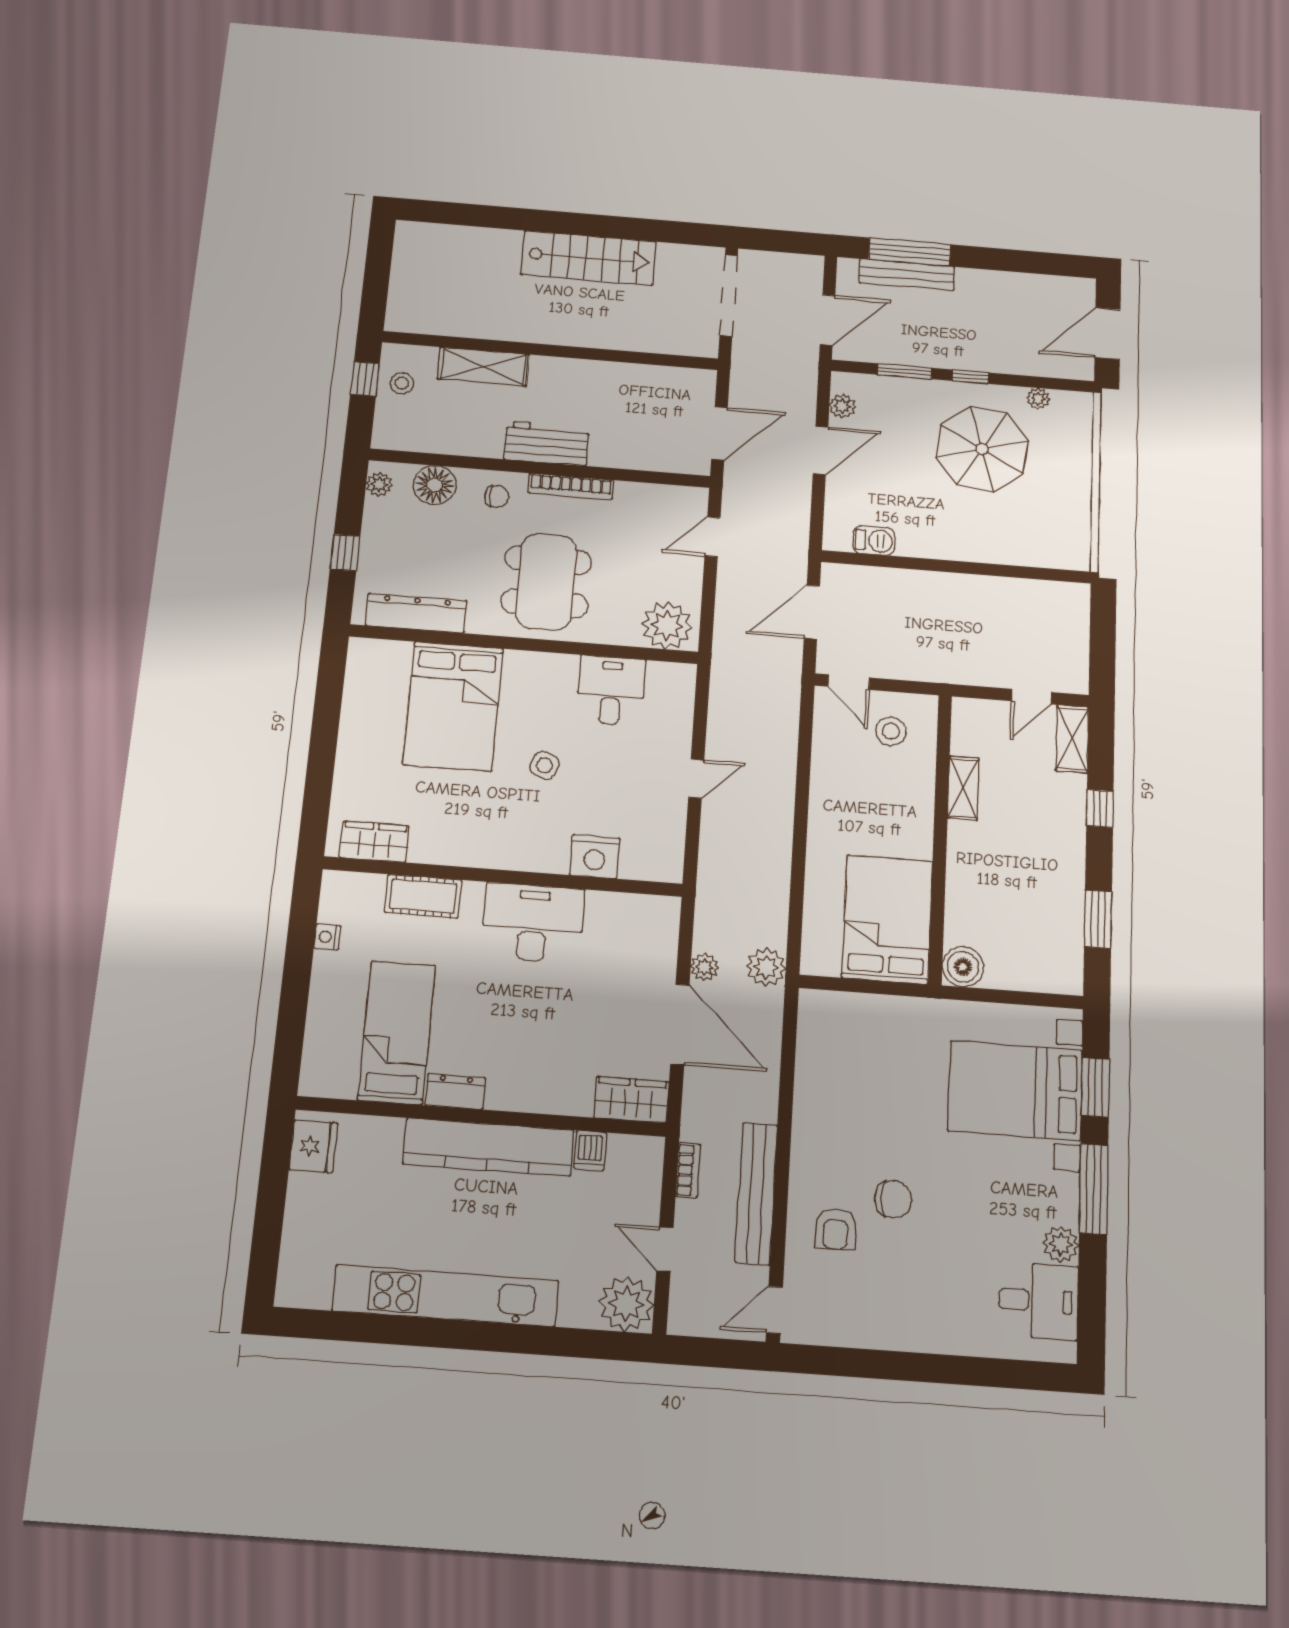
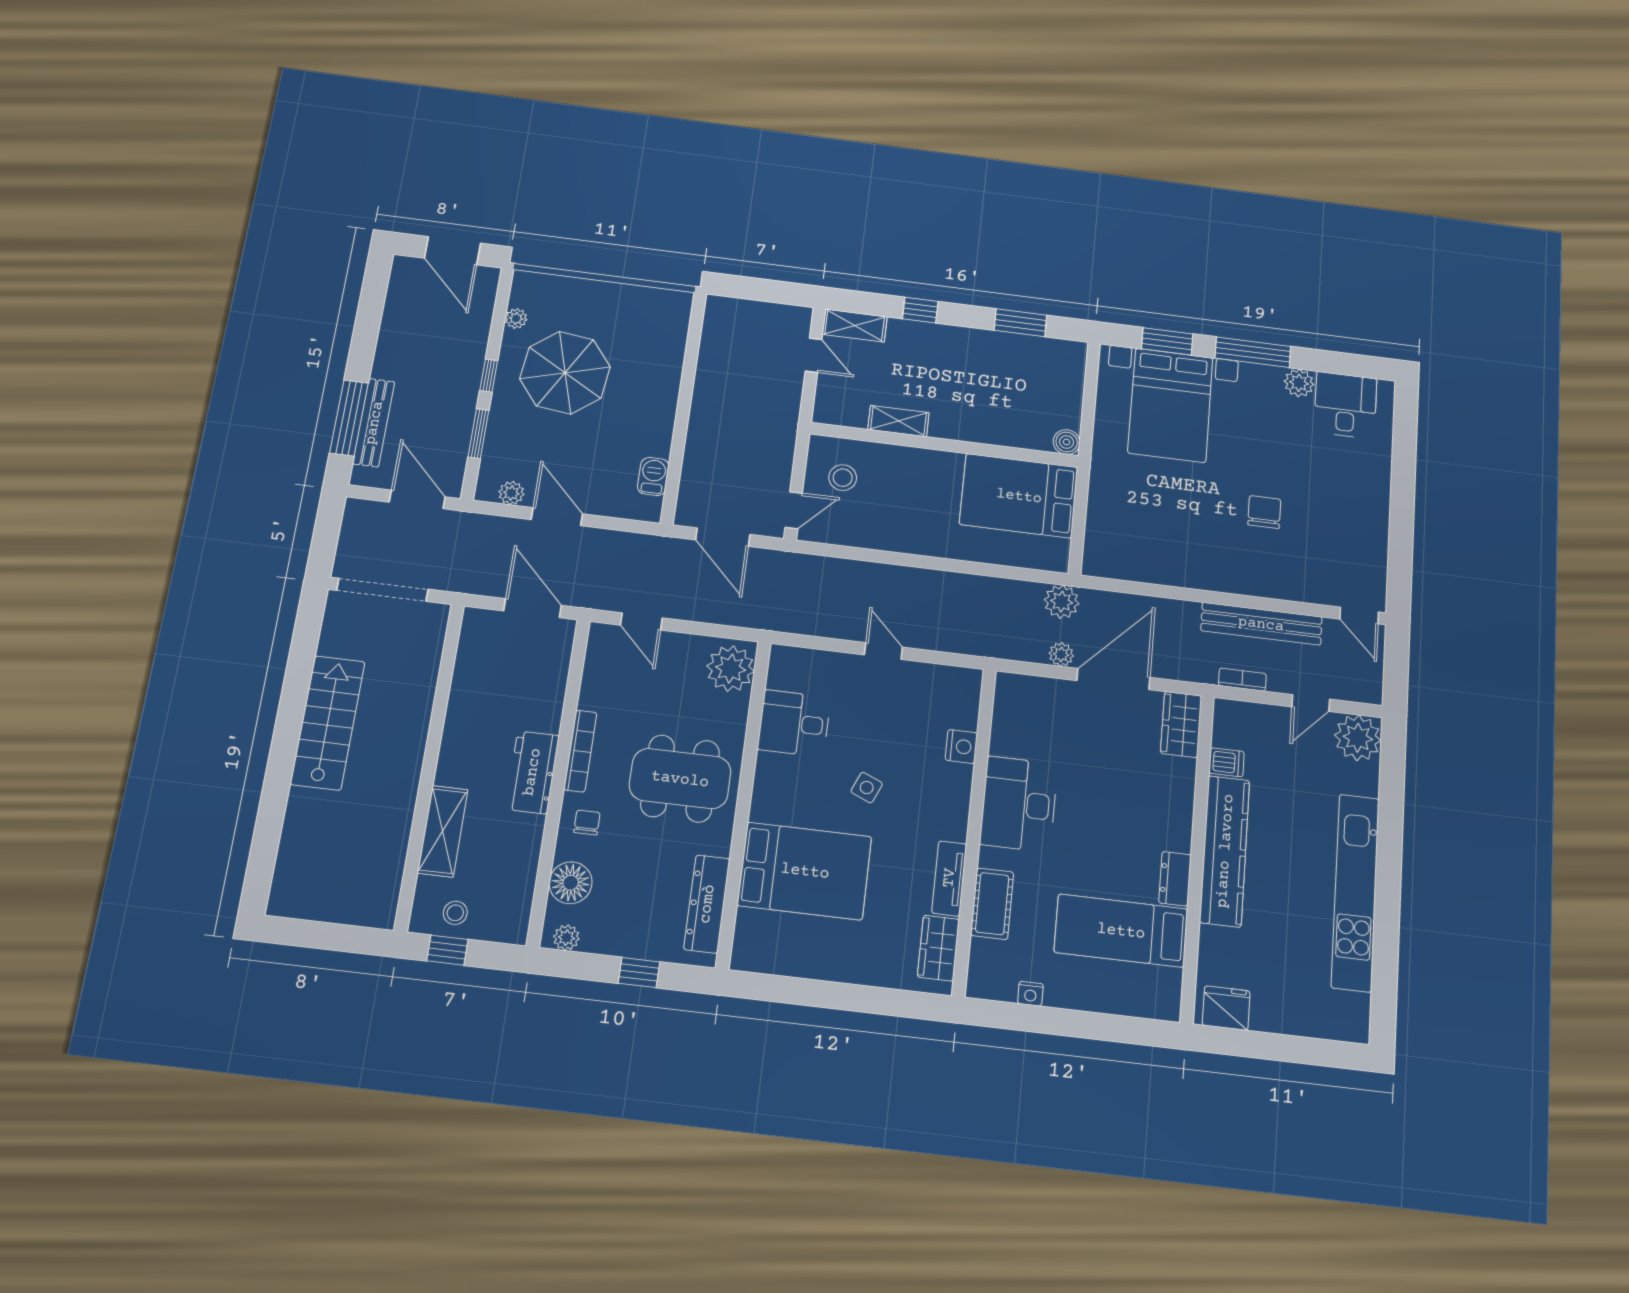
tv unit: (449, 852) -> (949, 878), added
nightstand: (595, 857) -> (961, 746), width x0.74, depth x0.75
boiler: (963, 967) -> (1067, 442), width x0.73, depth x0.73
armchair: (836, 1229) -> (1290, 561), removed

